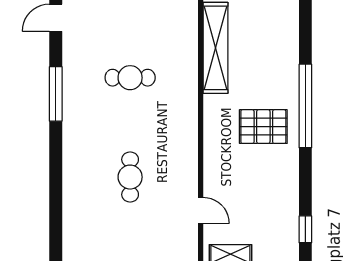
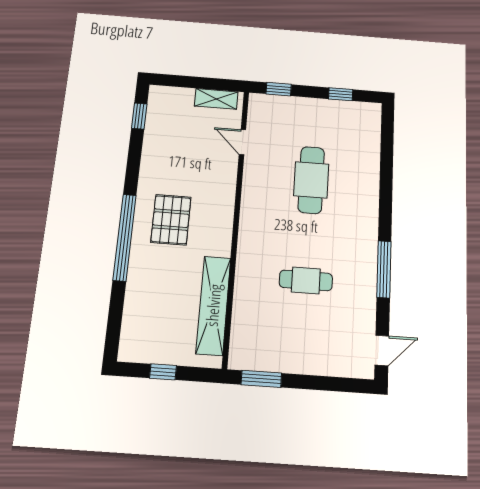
pallet: (263, 127) -> (171, 220), turned 90
cafe table: (130, 177) -> (311, 180), width x1.37, depth x1.35

